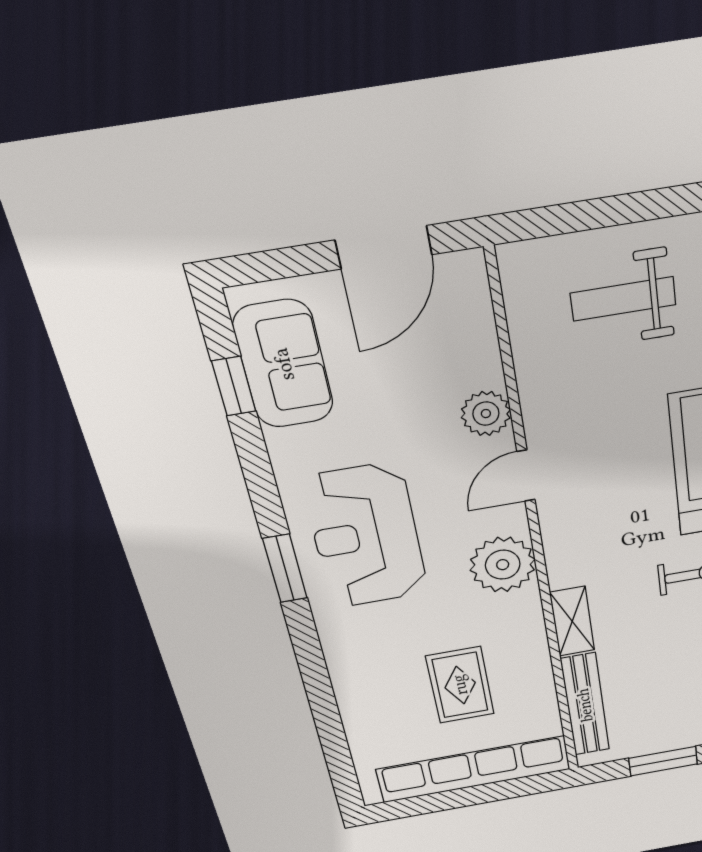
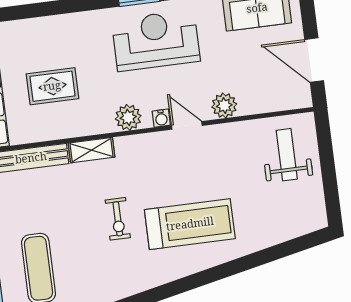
weight bench: (623, 299) -> (287, 155), moved
water cooler: (513, 518) -> (161, 118), added
plant: (503, 565) -> (128, 117), width x0.73, depth x0.73

